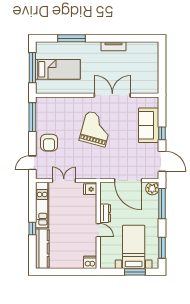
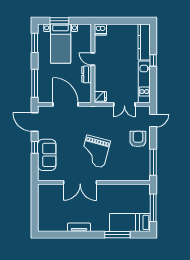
bed: (58, 69) -> (130, 222), moved
plant: (152, 189) -> (44, 97), removed

